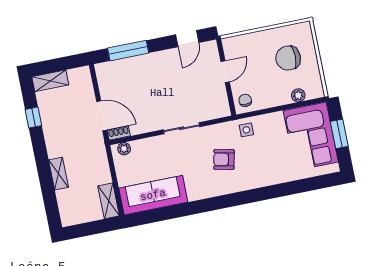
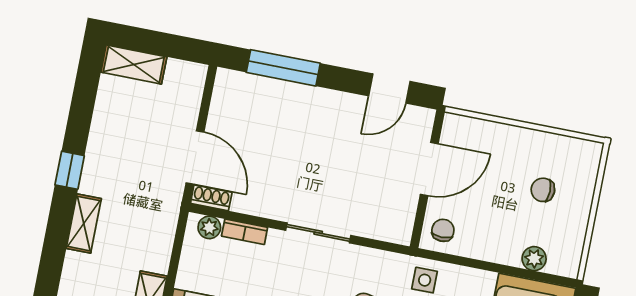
chair: (288, 58) -> (543, 190), width x0.54, depth x0.54
door: (225, 72) -> (429, 169), width x1.38
window: (33, 118) -> (70, 170), moved
bookcase: (143, 143) -> (245, 232), added

